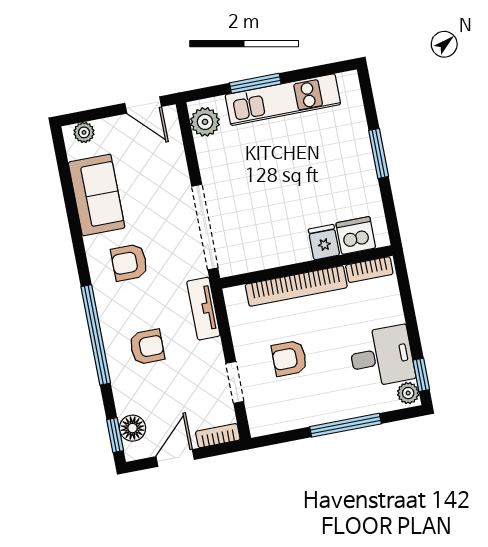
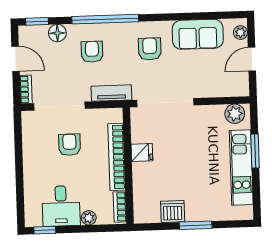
door: (143, 105) -> (252, 59), moved
dishwasher: (356, 235) -> (173, 212), moved, turned -90
fridge: (324, 242) -> (142, 152), moved
armchair: (147, 347) -> (92, 52), turned 180
doorway: (235, 382) -> (59, 106), width x1.87
plant: (408, 393) -> (89, 218), moved
window: (346, 425) -> (19, 175), removed
floor lamp: (133, 428) -> (57, 33), moved

